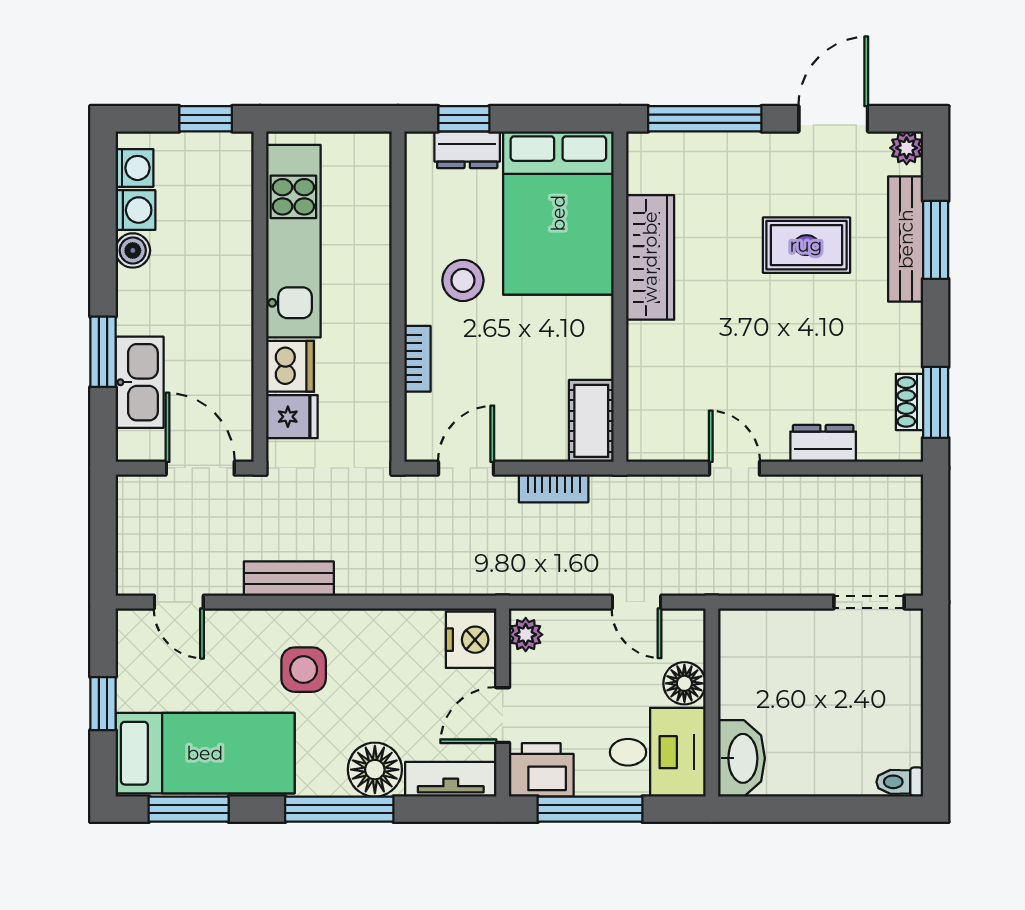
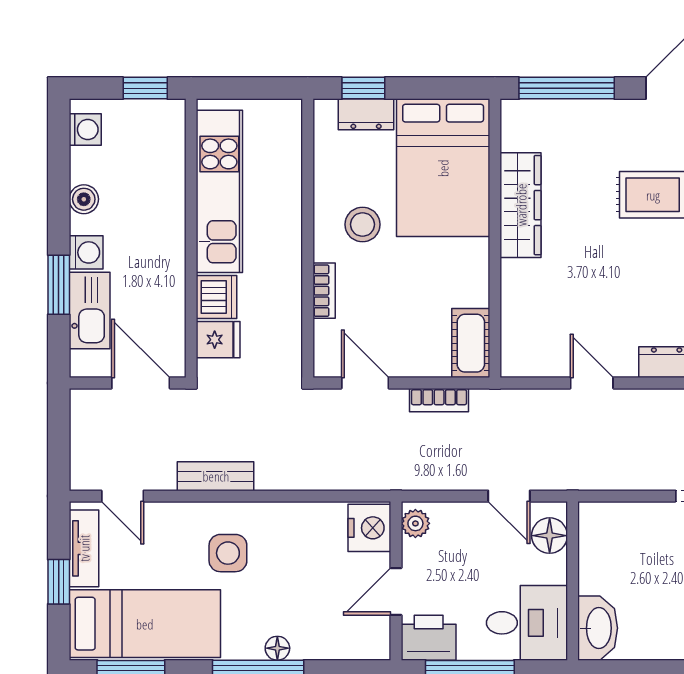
washing machine: (135, 210) -> (86, 252), moved
door: (466, 468) -> (365, 383), hinge flipped
floor lamp: (684, 683) -> (550, 536), moved
floor lamp: (375, 770) -> (277, 648), width x0.53, depth x0.53
tv unit: (451, 779) -> (84, 548), moved, turned 90

